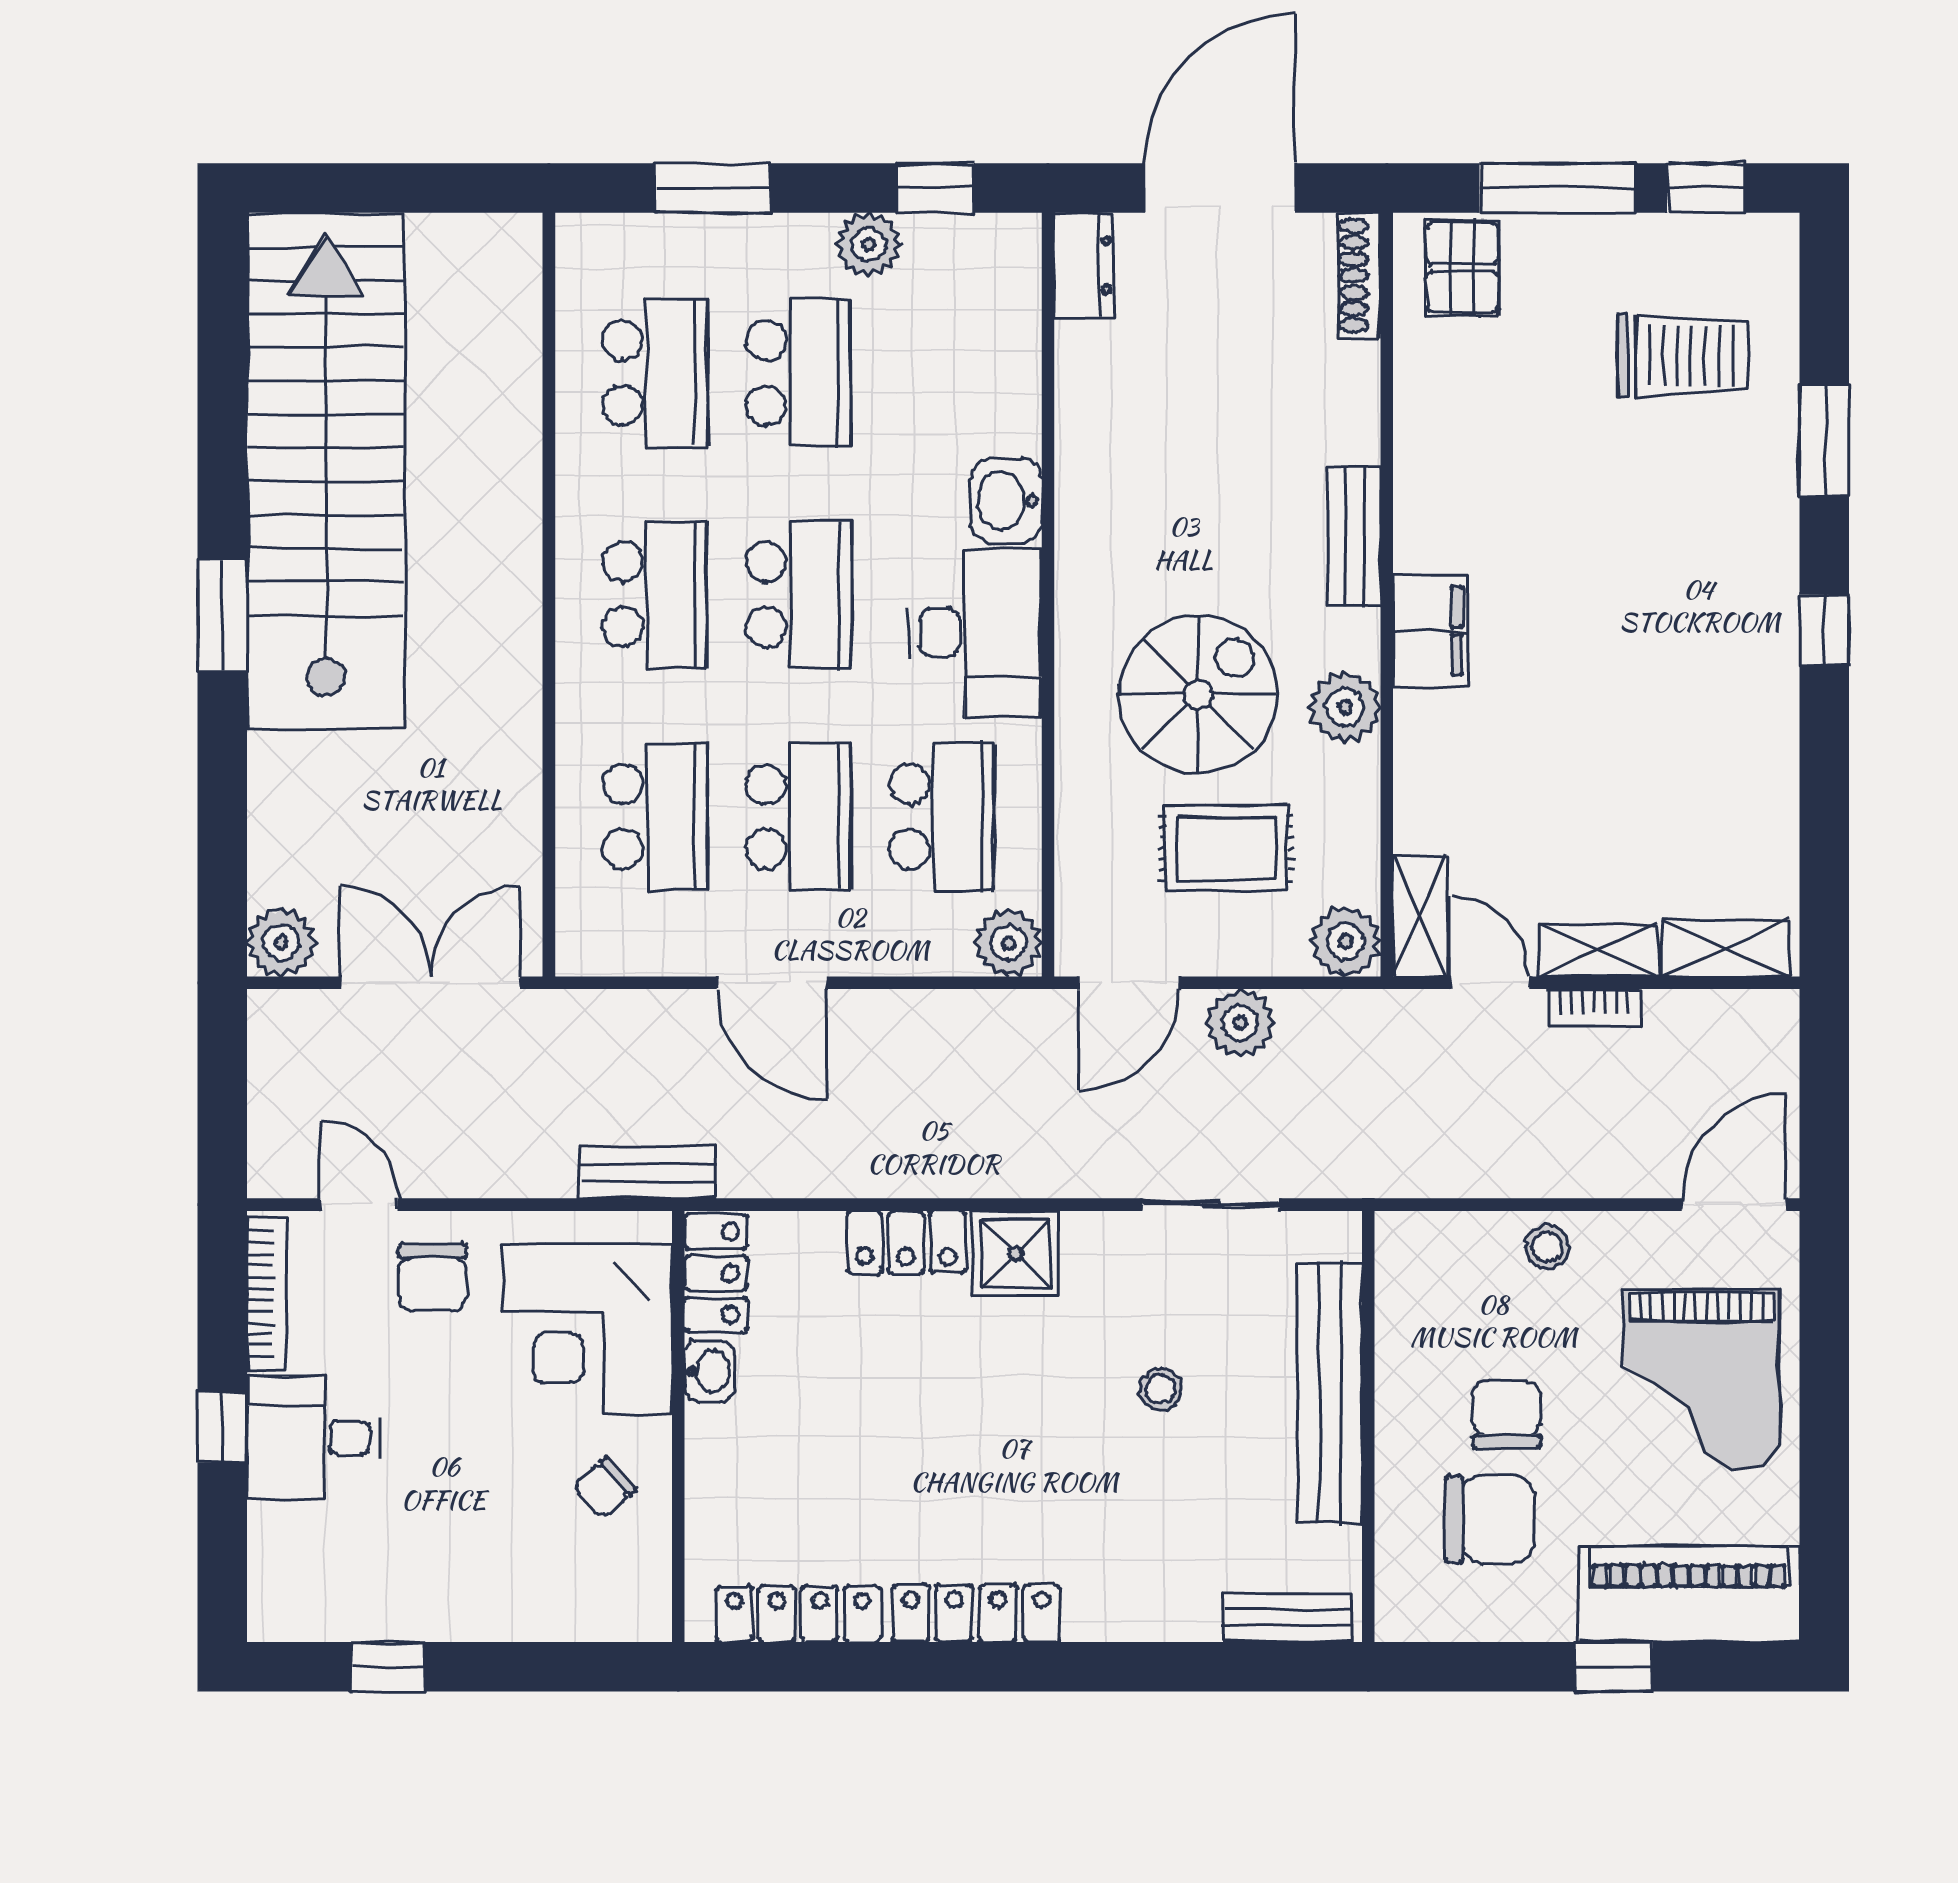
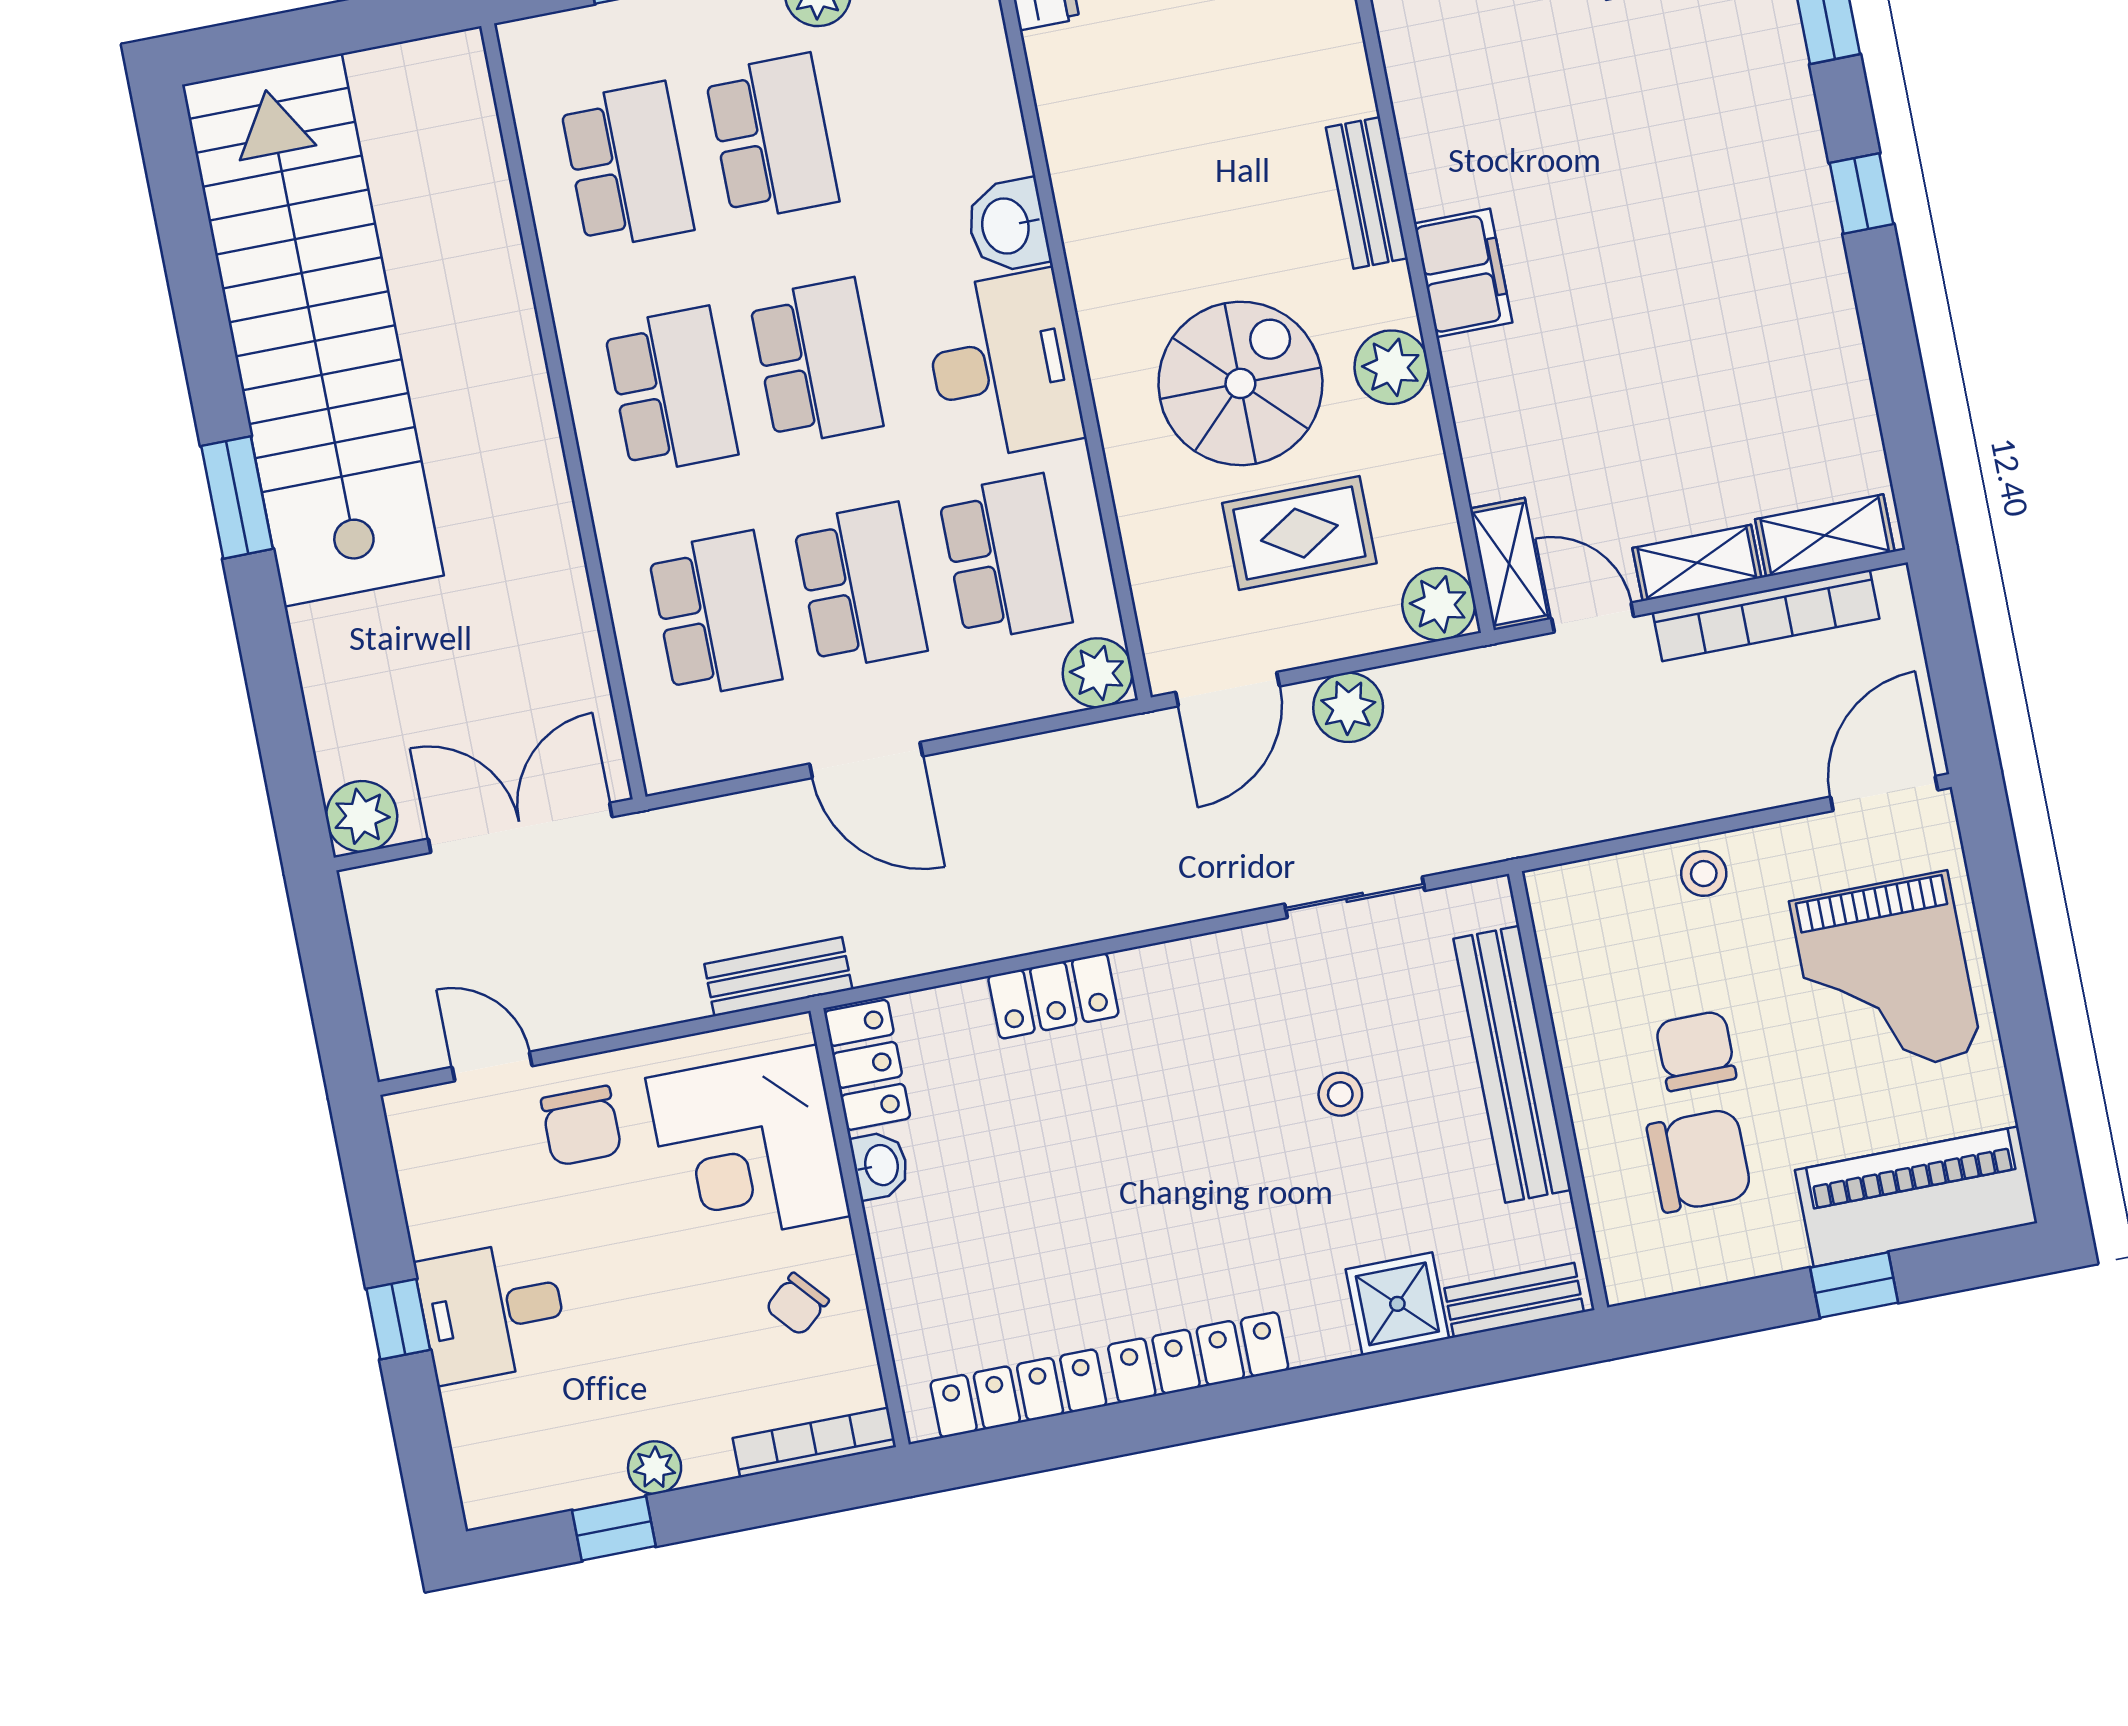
bookcase: (1594, 1008) -> (1766, 616), width x2.31, depth x1.31
shower: (1016, 1254) -> (1397, 1304), moved
bookcase: (267, 1294) -> (814, 1442), moved, turned -90
plant: (438, 1616) -> (655, 1468), added

